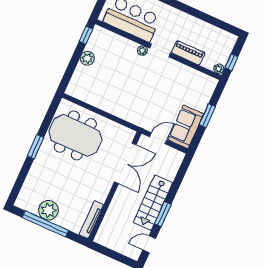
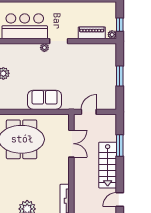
piano: (188, 53) -> (92, 33), moved
sofa: (186, 127) -> (45, 100), moved, turned 90
double door: (125, 163) -> (71, 144), width x0.73
window: (163, 214) -> (120, 145), moved

